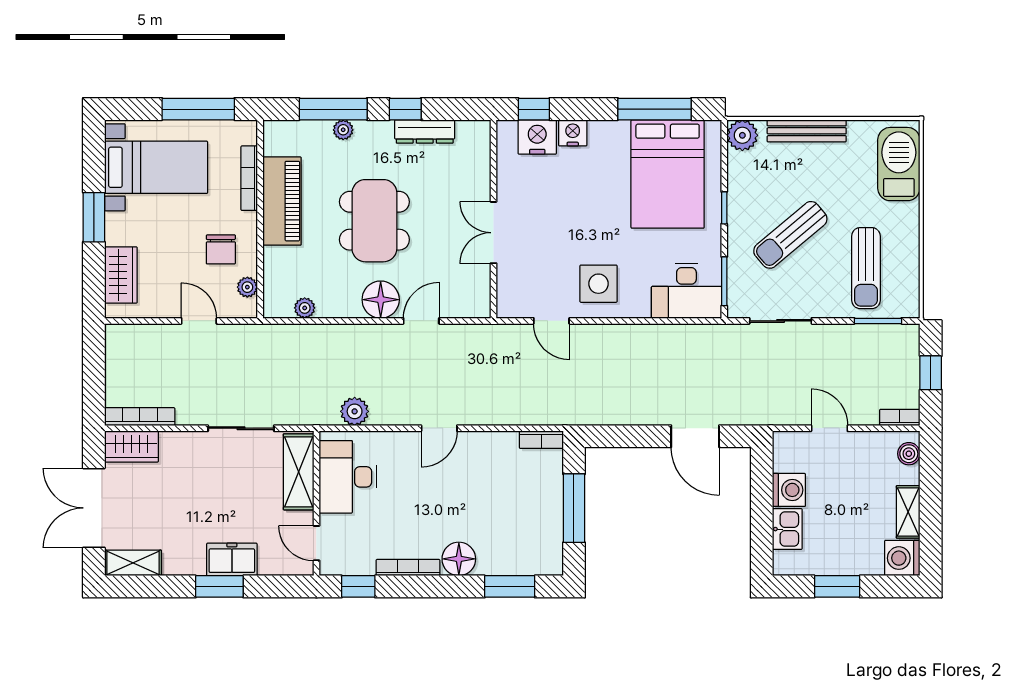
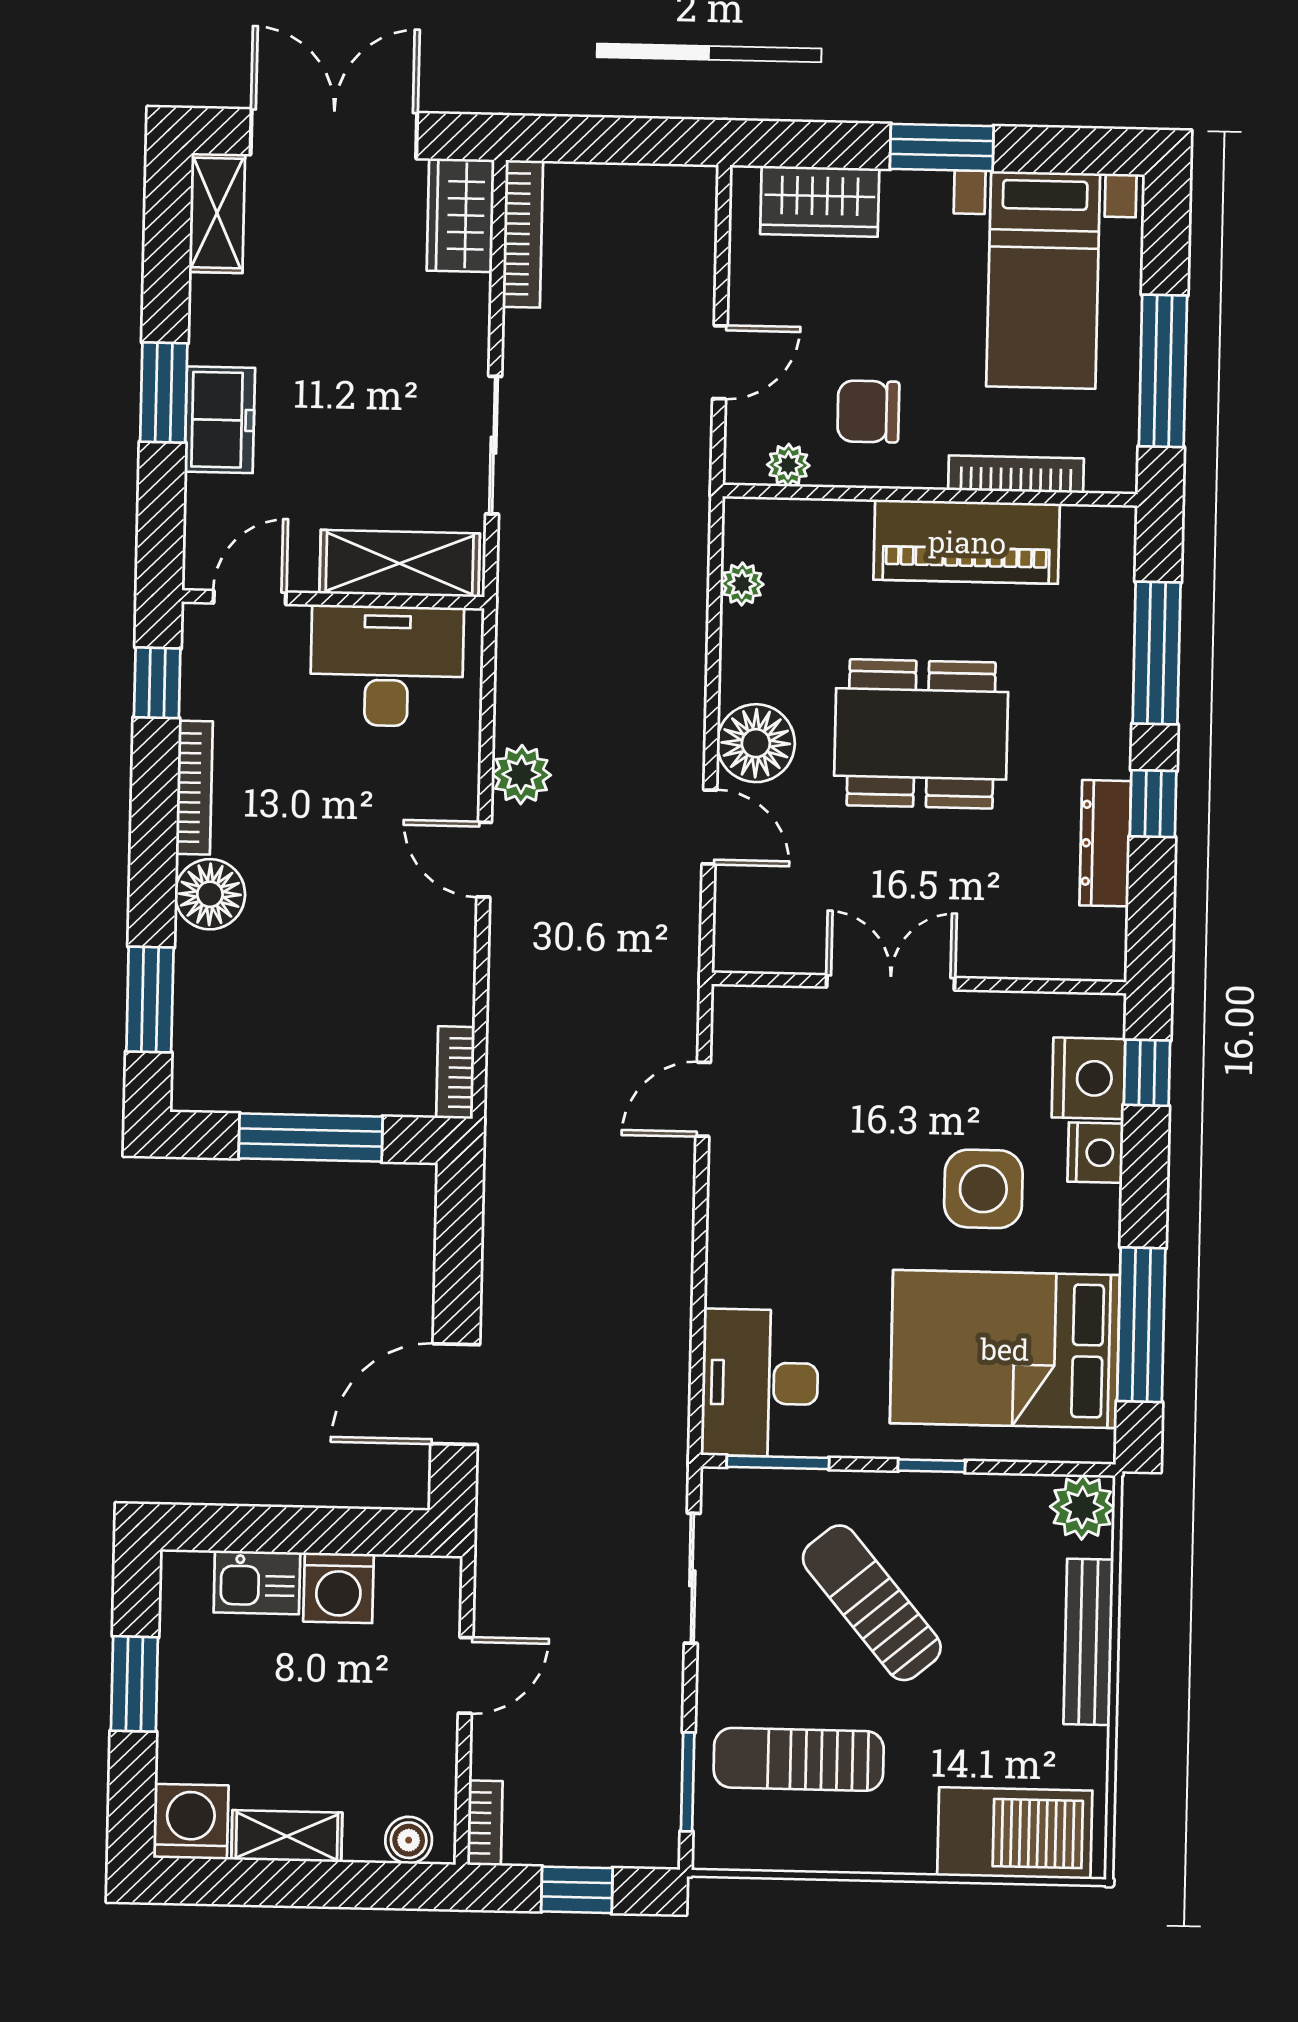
plant: (343, 130) -> (1113, 673), removed
side table: (598, 284) -> (983, 1189), moved
plant: (355, 411) -> (521, 775), moved

